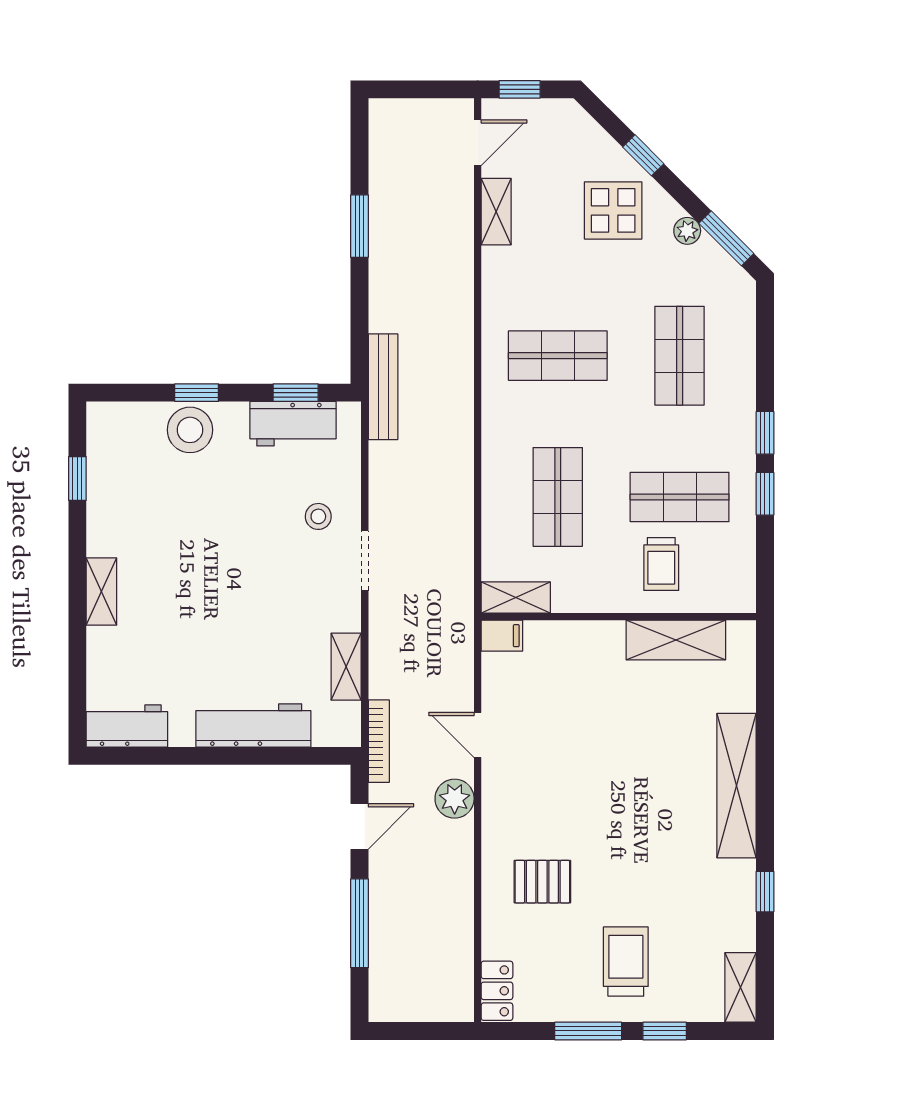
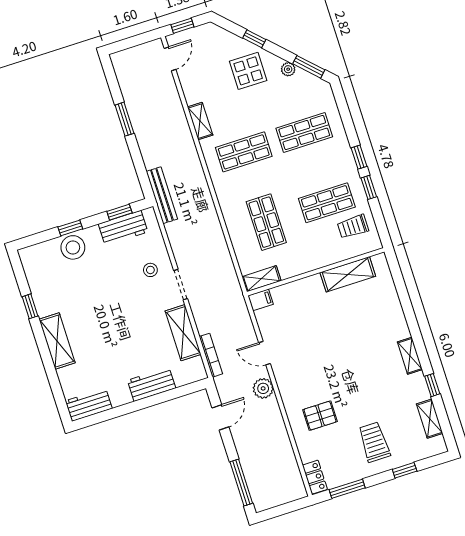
shelving: (496, 212) -> (200, 121), moved
shop shelf: (680, 356) -> (304, 132), turned 90
window: (77, 478) -> (30, 306), moved
trolley: (661, 564) -> (353, 227), moved, turned 90
shelving: (101, 591) -> (57, 341), width x1.50, depth x1.33
shelving: (346, 667) -> (183, 333), width x1.50, depth x1.33
workbench: (253, 725) -> (152, 384), width x0.73
bookcase: (379, 741) -> (211, 355), moved
shelving: (736, 786) -> (410, 356), width x0.45, depth x0.75
window: (359, 923) -> (241, 482), moved
shelving: (741, 987) -> (430, 419), moved
window: (588, 1031) -> (347, 489), moved

